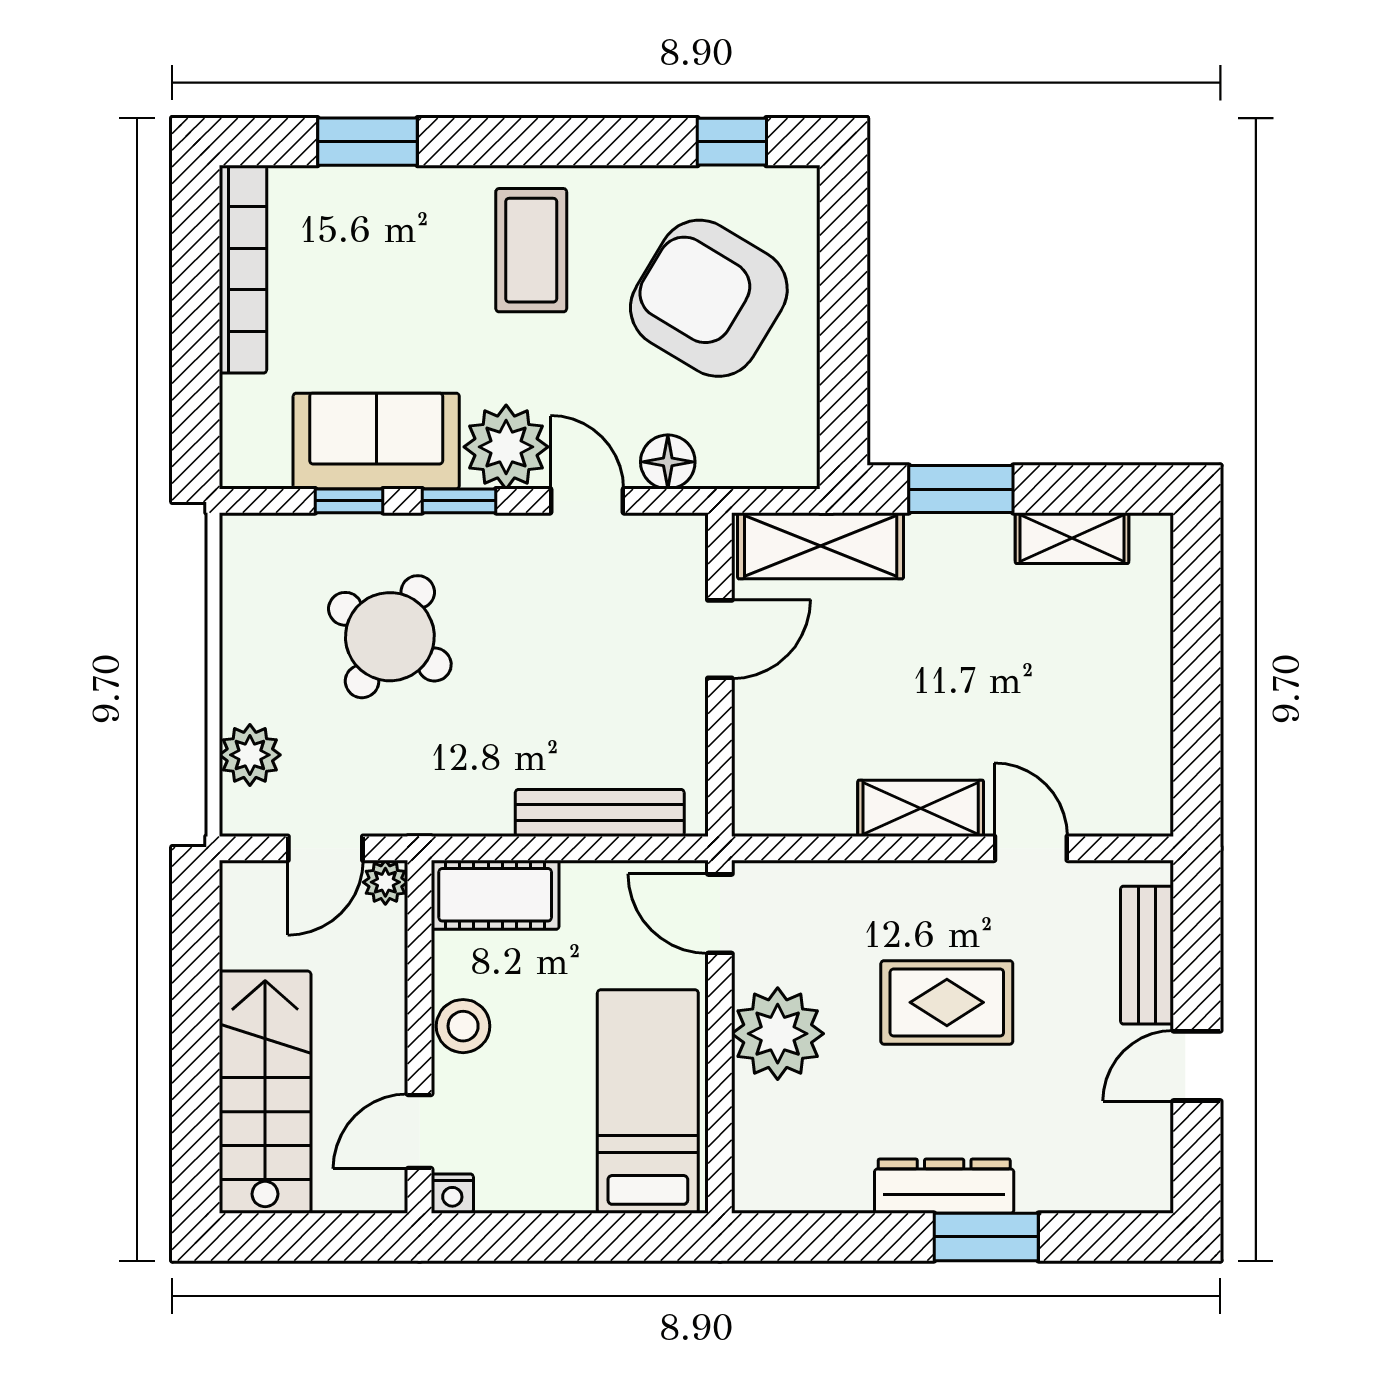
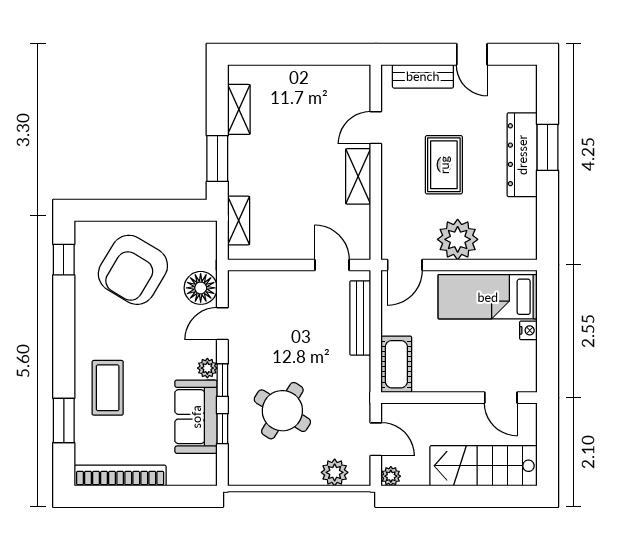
coffee table: (531, 250) -> (108, 388), moved, turned 90
plant: (506, 447) -> (207, 368), width x0.53, depth x0.53
floor lamp: (668, 462) -> (201, 288), width x1.38, depth x1.38
shelving: (821, 546) -> (239, 220), width x0.67, depth x0.75
door: (720, 639) -> (332, 265), moved
plant: (385, 882) -> (391, 476), moved
stool: (463, 1026) -> (454, 378), removed
dresser: (944, 1186) -> (522, 155), width x1.37, depth x1.24
nightstand: (452, 1194) -> (528, 330), moved

